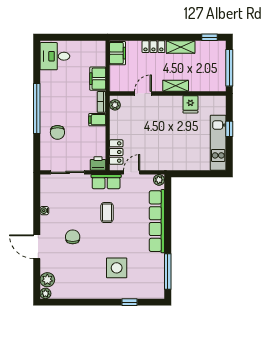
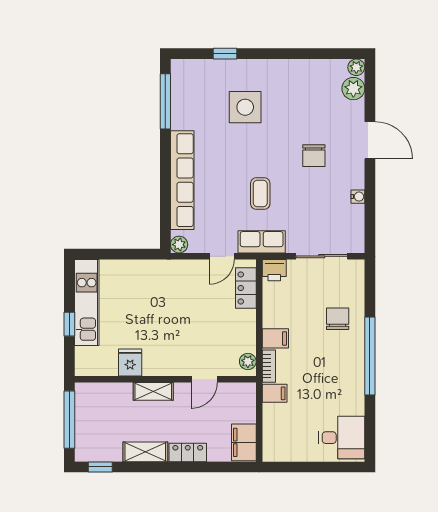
filing cabinet: (98, 79) -> (275, 393), width x0.50

